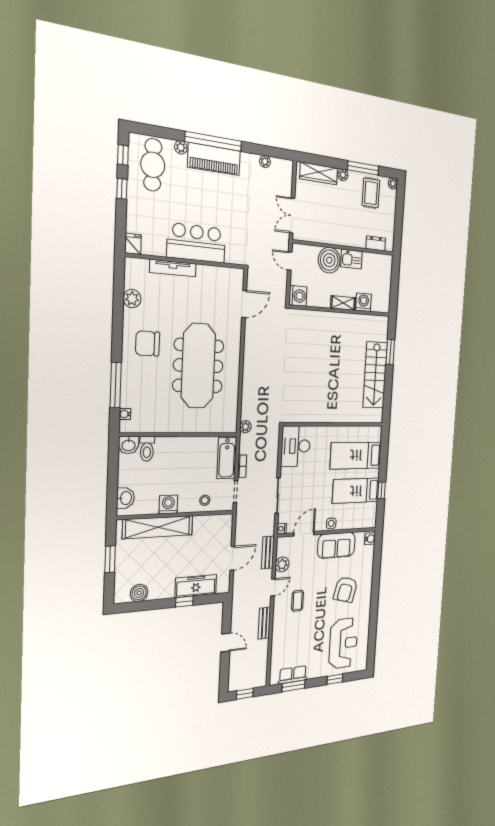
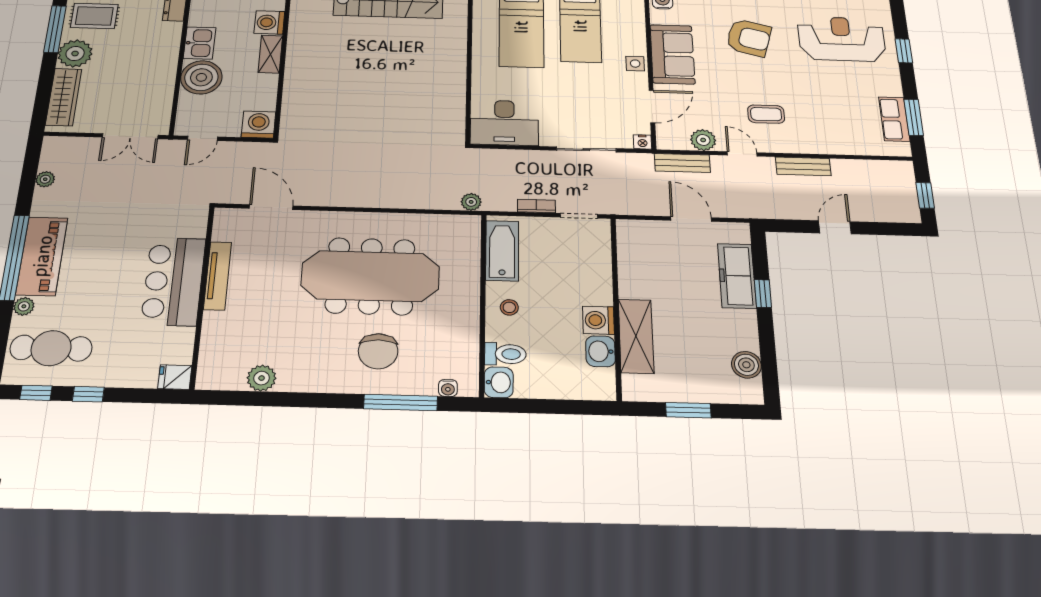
plant: (343, 175) -> (75, 54), width x1.87, depth x1.87
tv unit: (173, 268) -> (218, 276), moved
chair: (148, 344) -> (378, 351), moved
bathtub: (227, 458) -> (502, 251), moved, turned -90
washbasin: (125, 498) -> (601, 351), moved, turned -90
stool: (205, 500) -> (509, 307), moved
shelving: (158, 527) -> (636, 336), width x0.68
door: (304, 534) -> (652, 107), swing flipped

